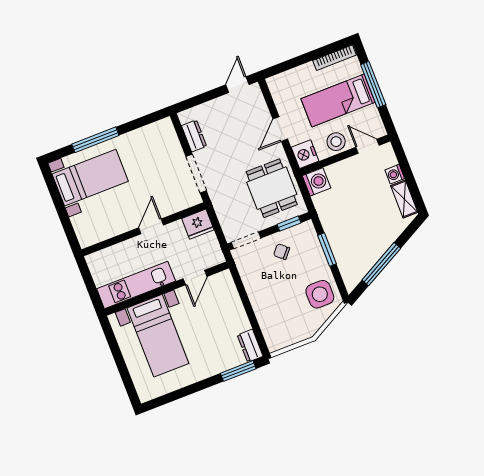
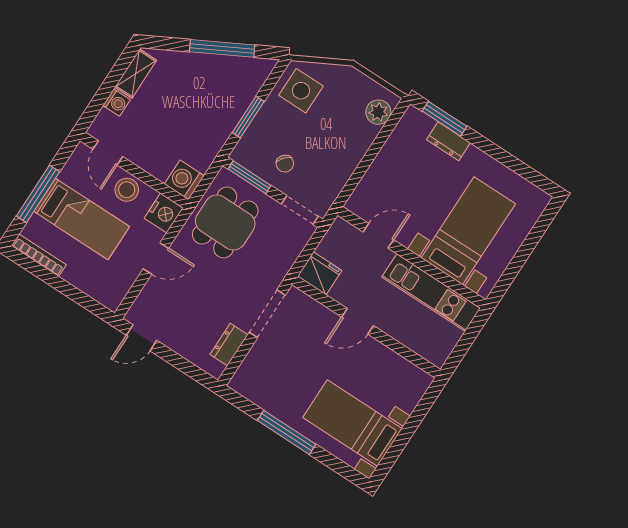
window: (95, 140) -> (287, 432), moved
window: (289, 224) -> (249, 177), width x1.50
plant: (272, 333) -> (378, 112), added
dresser: (250, 346) -> (448, 141), moved, turned 90

